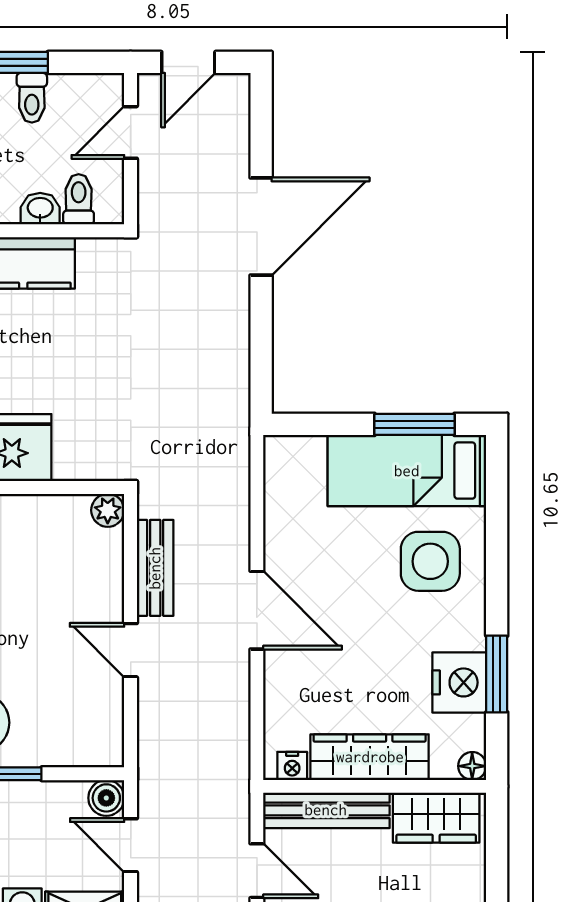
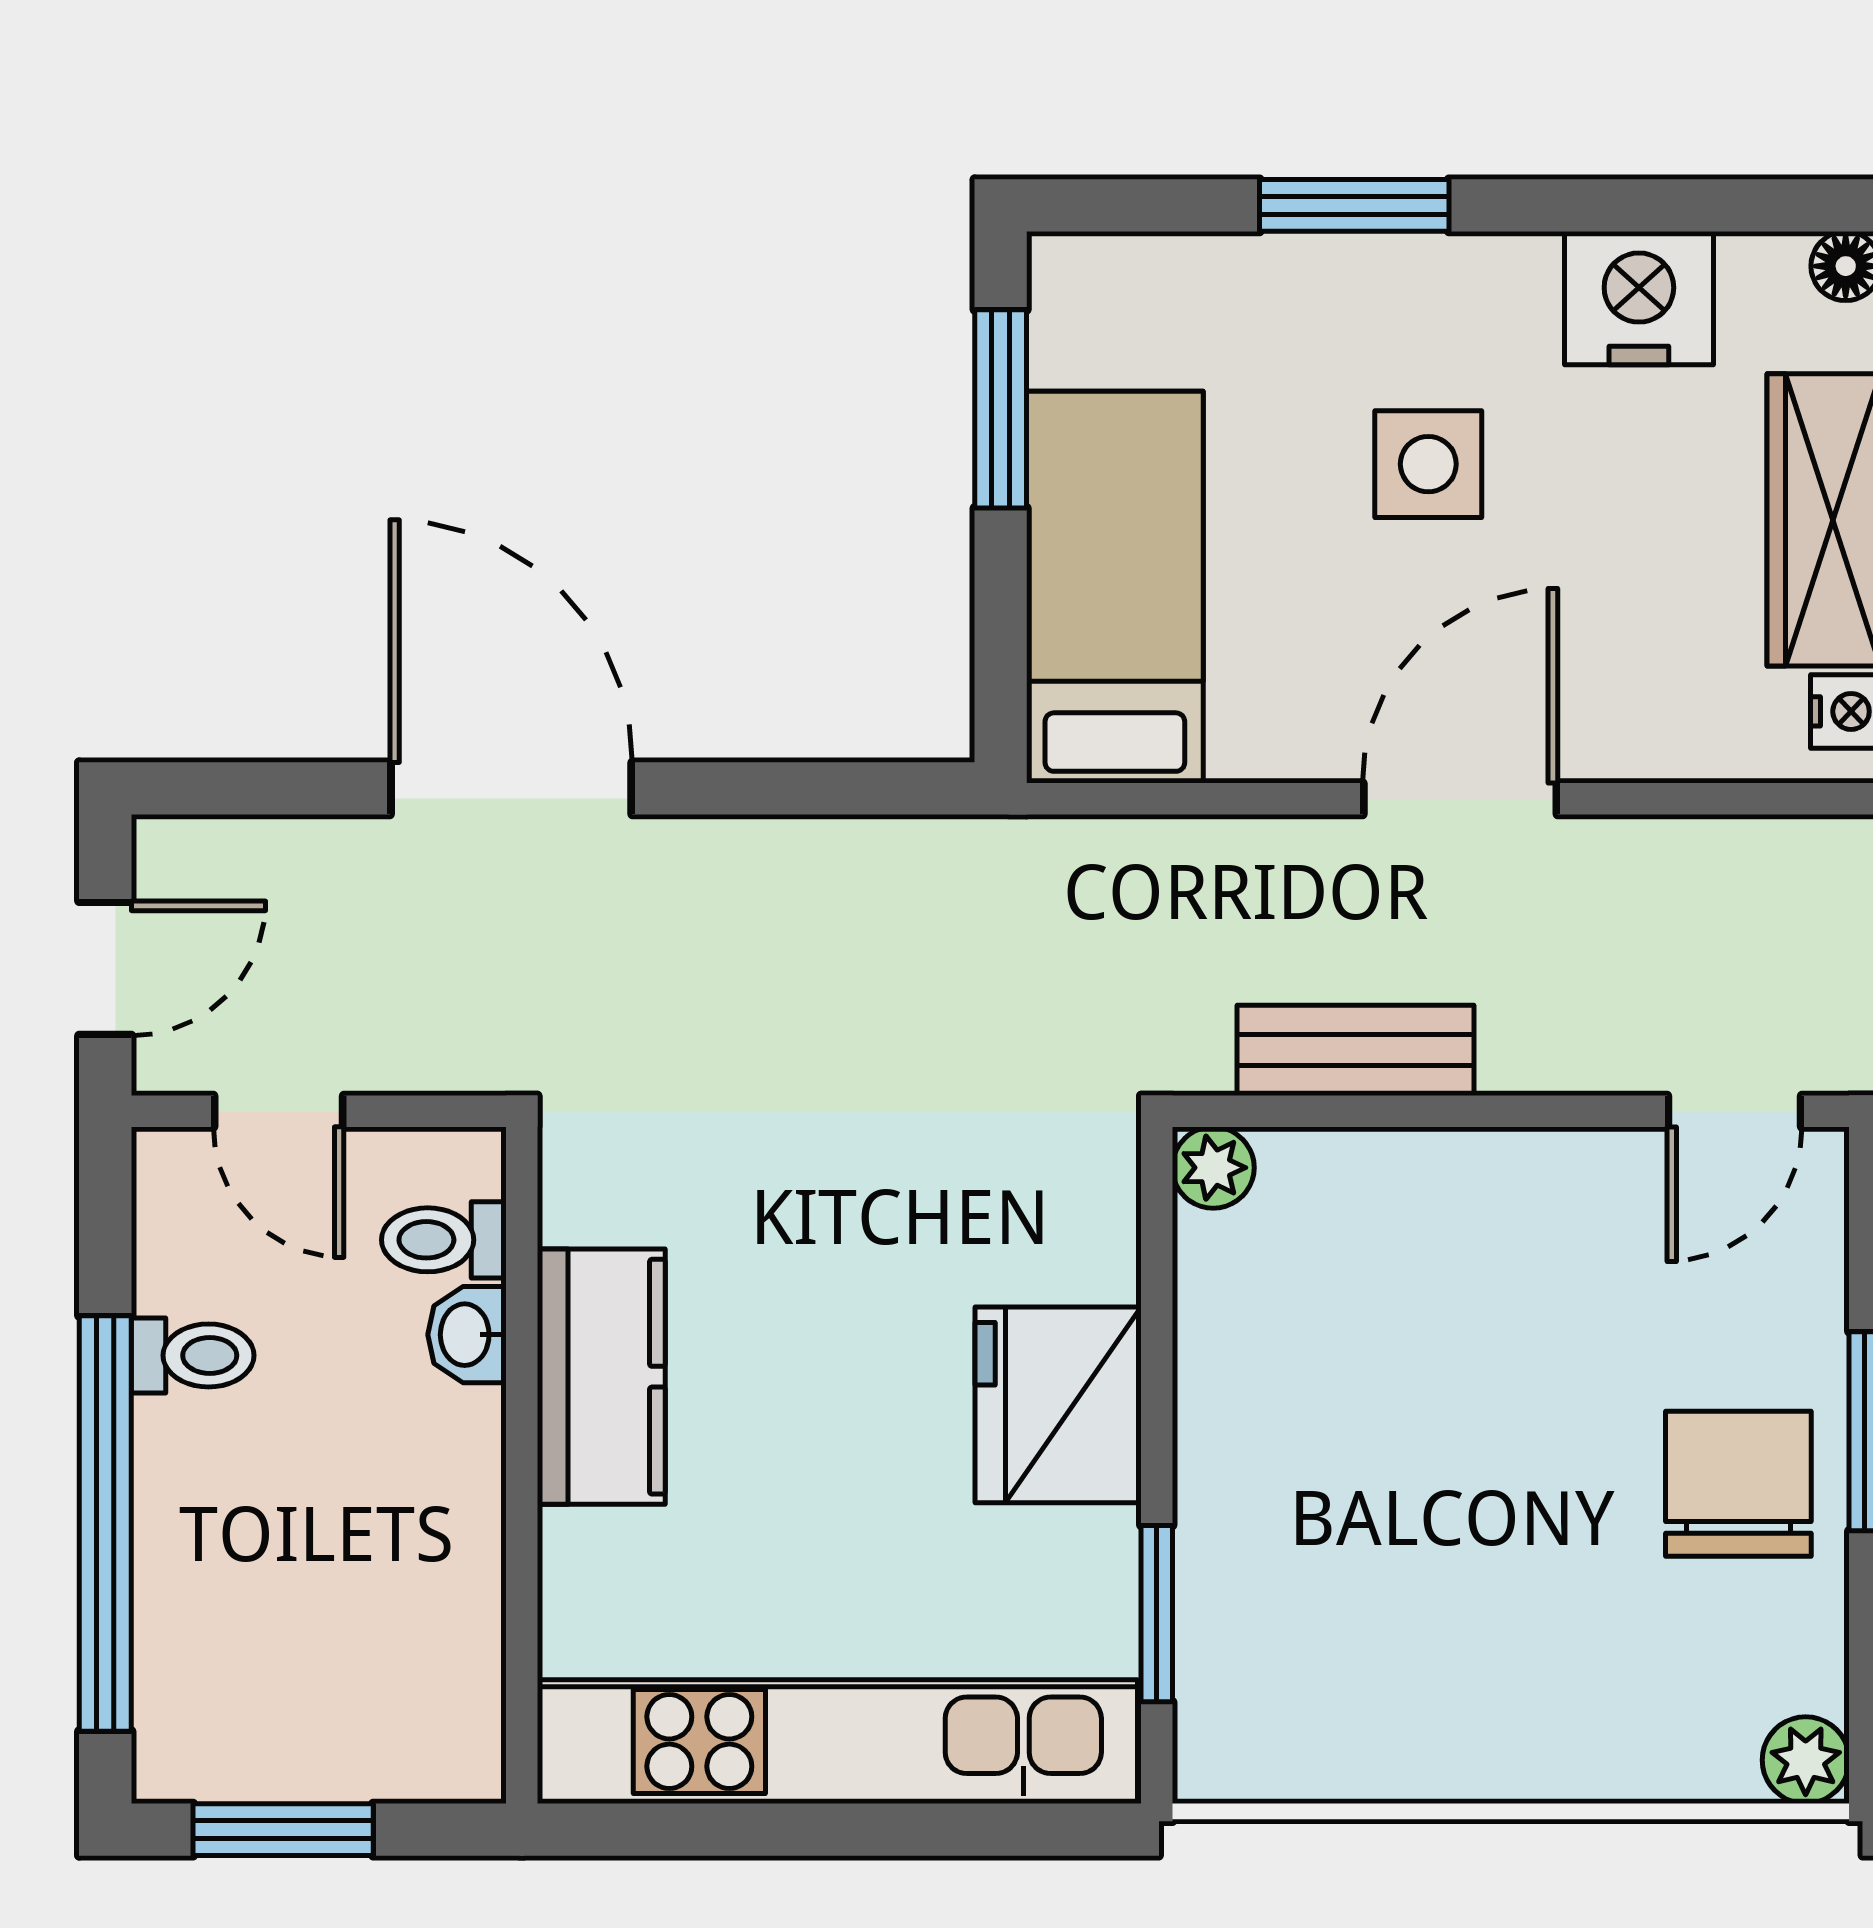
door: (188, 62) -> (105, 968), hinge flipped
bed: (407, 471) -> (1115, 587), moved, turned 180
side table: (430, 561) -> (1428, 464), moved, width x0.73, depth x0.73
door: (131, 650) -> (1734, 1111), moved
window: (497, 674) -> (1354, 205), moved

